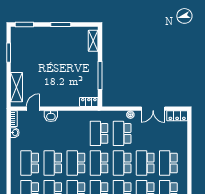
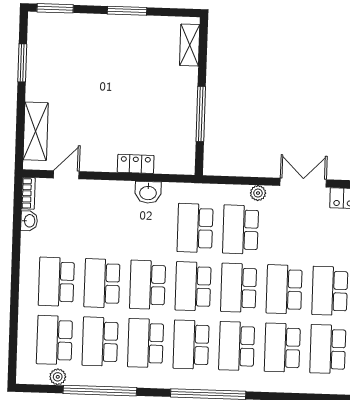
locker: (89, 102) -> (136, 164), moved
double door: (153, 109) -> (303, 183), swing flipped
washbasin: (51, 116) -> (148, 192), moved

